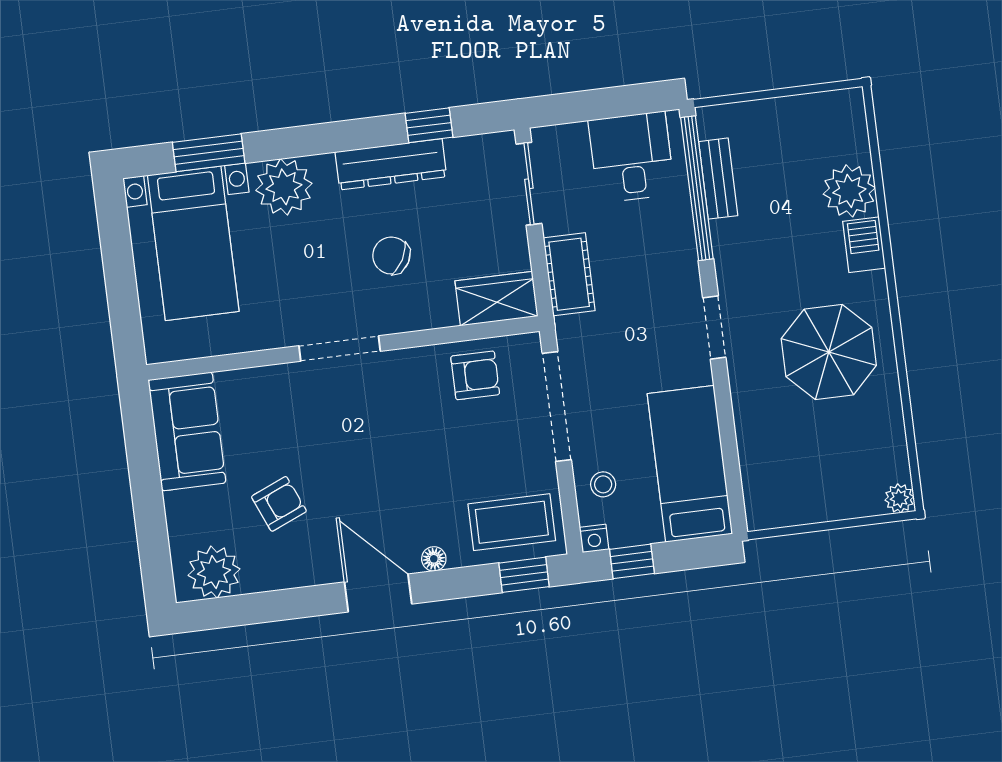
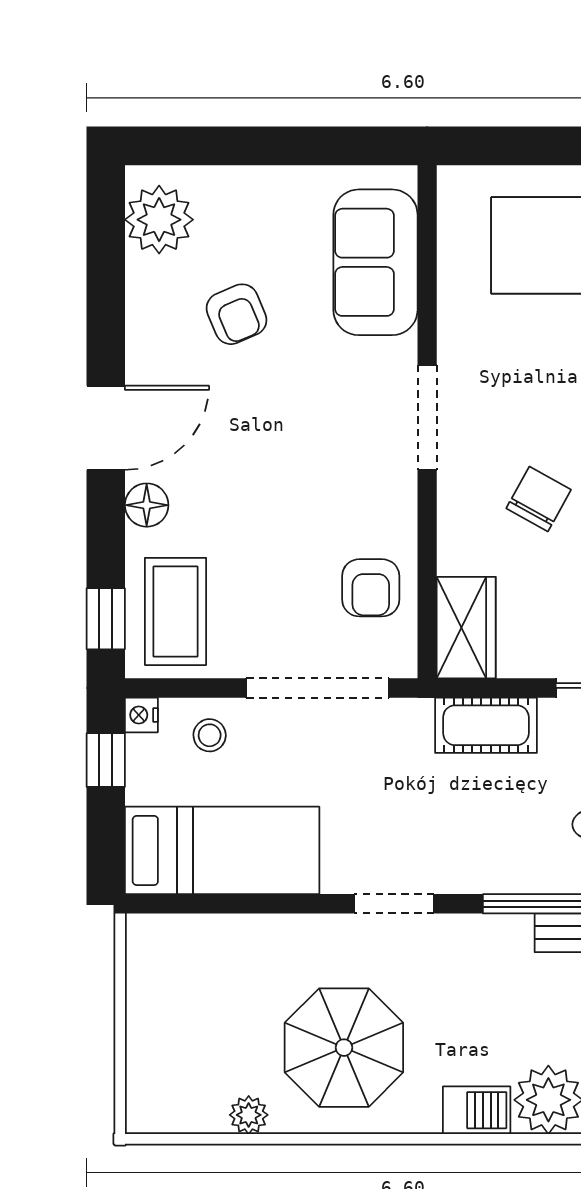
sofa: (187, 431) -> (375, 262), moved, turned 90
plant: (899, 498) -> (249, 1115), moved
floor lamp: (434, 559) -> (147, 505), width x1.37, depth x1.37

